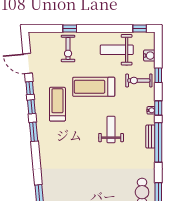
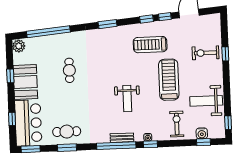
weight bench: (117, 50) -> (206, 101), turned -90
window: (158, 75) -> (203, 142), moved
treadmill: (57, 104) -> (150, 45), turned 180
weight bench: (111, 130) -> (127, 98), turned 90
window: (34, 132) -> (108, 24), moved
cafe table: (80, 187) -> (69, 70), added

